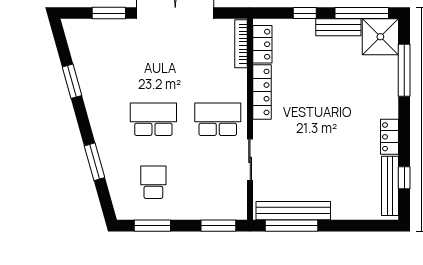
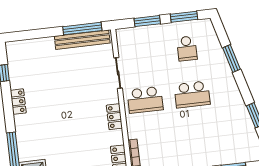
locker: (262, 92) -> (114, 117), width x0.66
bench: (390, 186) -> (14, 66), removed
window: (218, 226) -> (147, 21), moved

